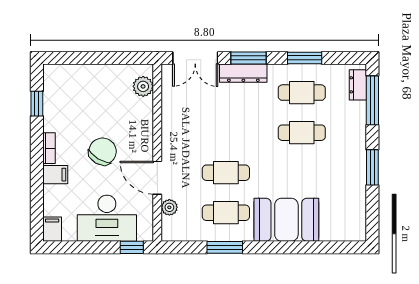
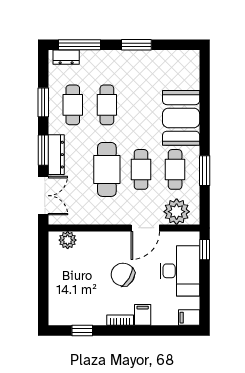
cafe table: (226, 133) -> (107, 169), added
plant: (169, 207) -> (177, 212), width x1.88, depth x1.88

